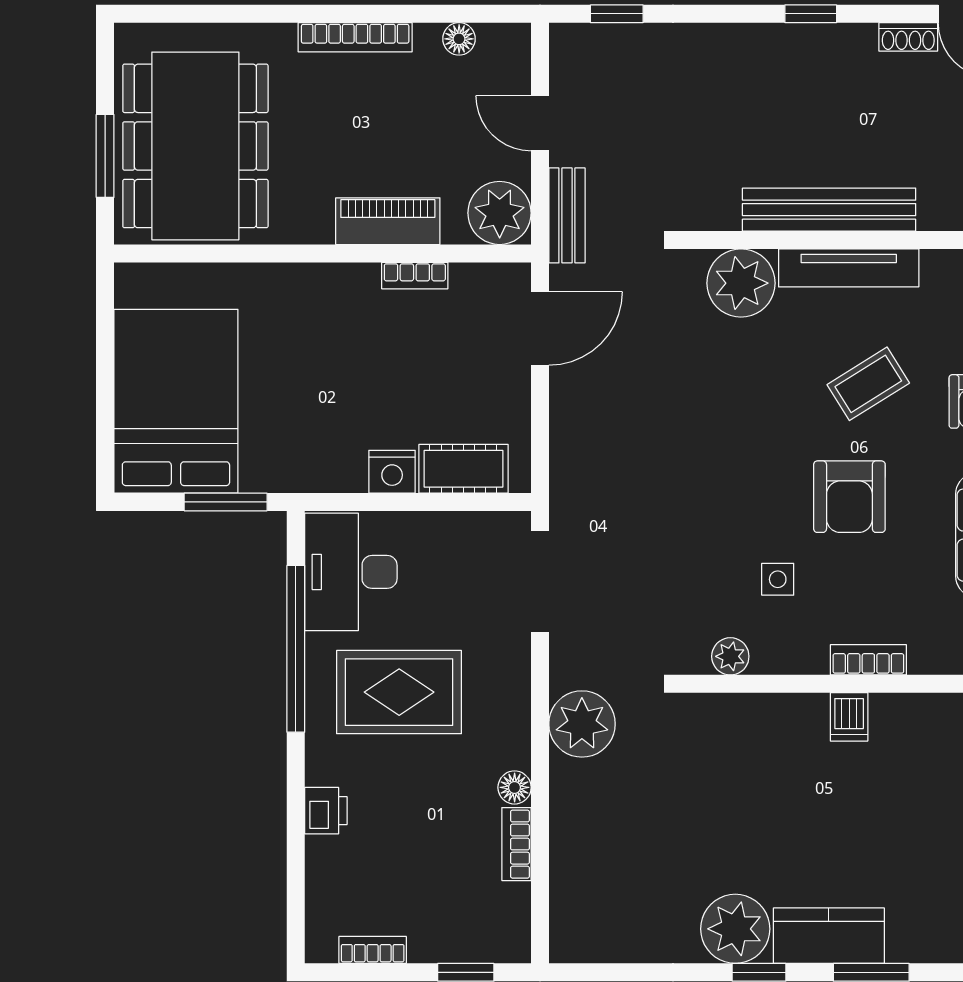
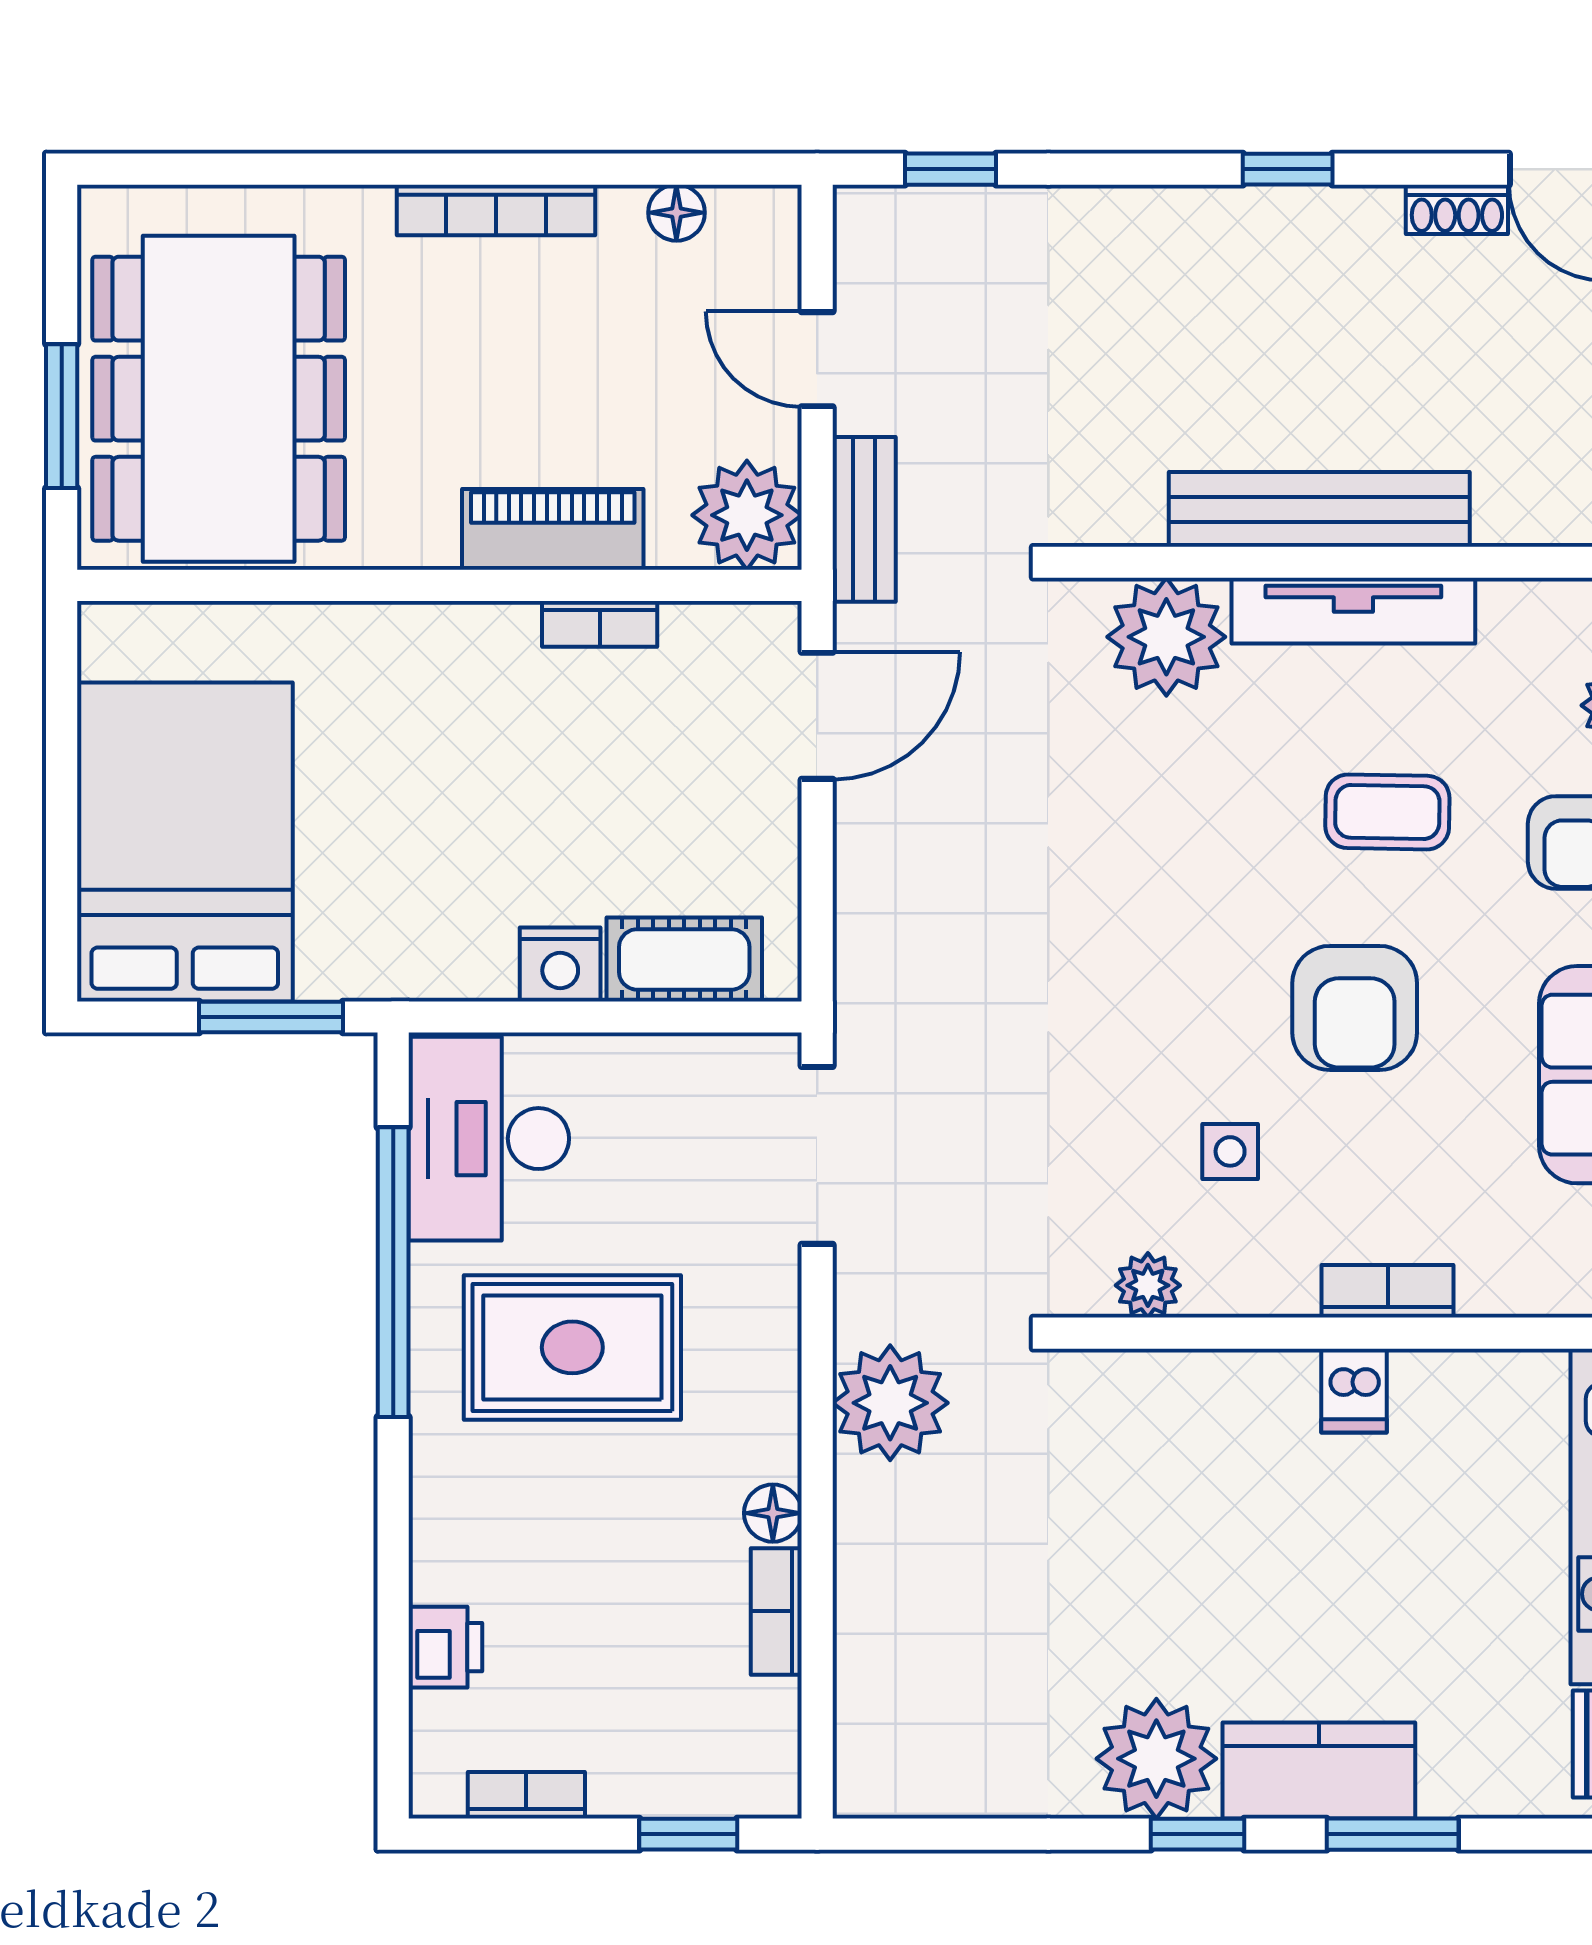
coffee table: (868, 384) -> (1387, 812), turned 33
printer: (326, 811) -> (445, 1647), moved

